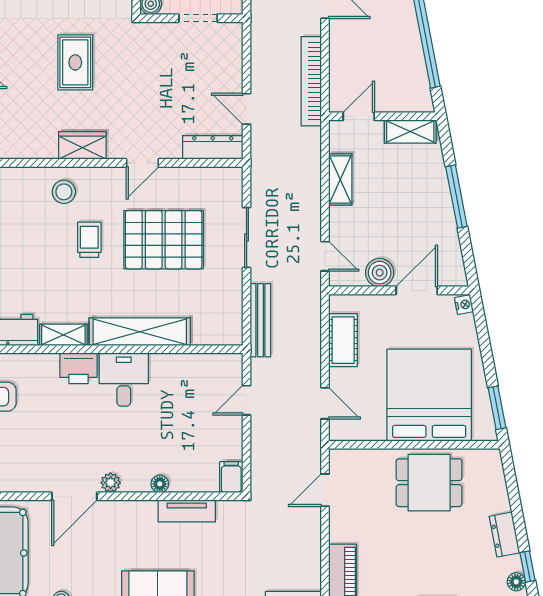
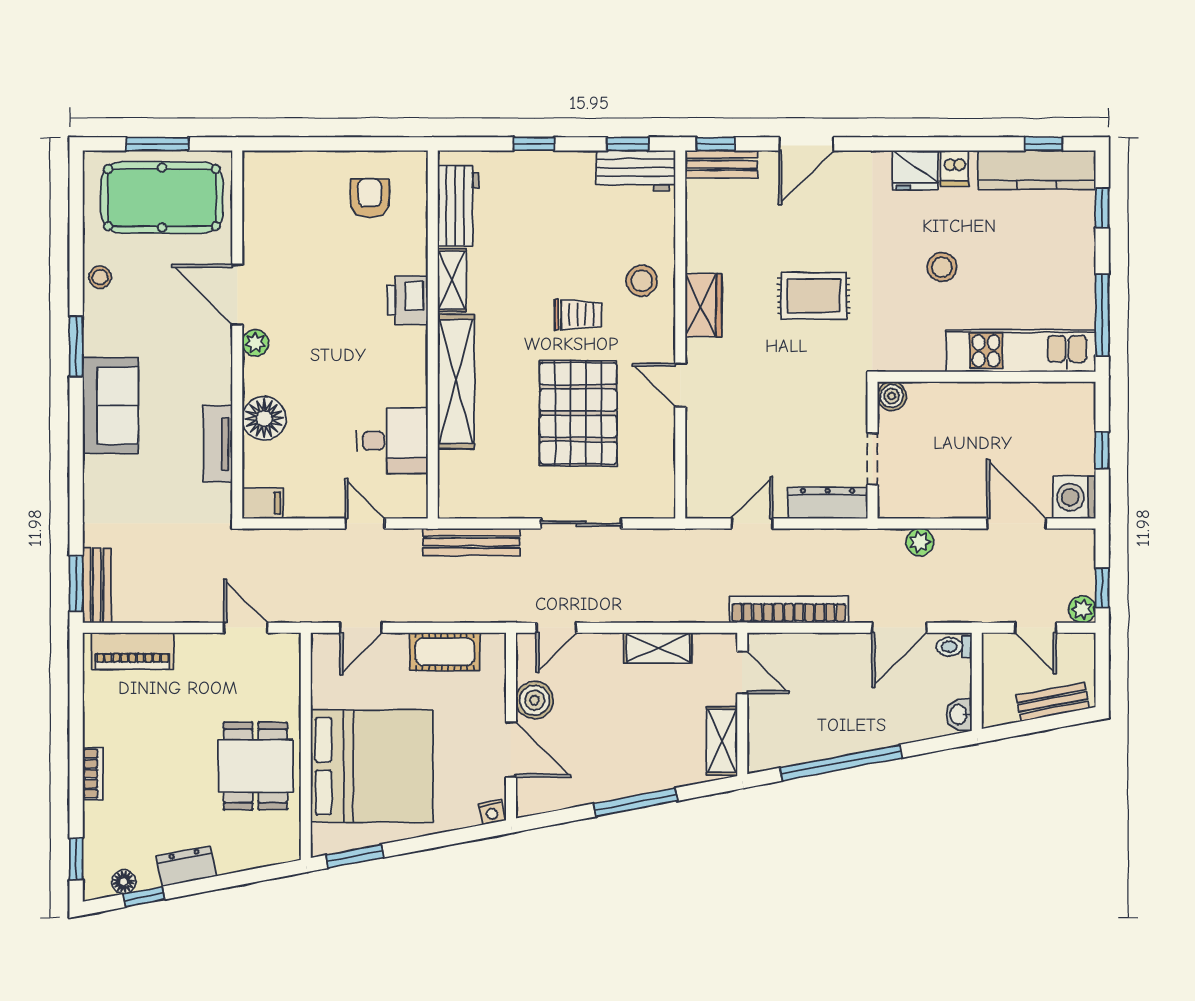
dresser: (213, 147) -> (828, 503), moved, turned -90
desk: (124, 379) -> (393, 441), moved
floor lamp: (160, 484) -> (264, 418), width x1.89, depth x1.89

